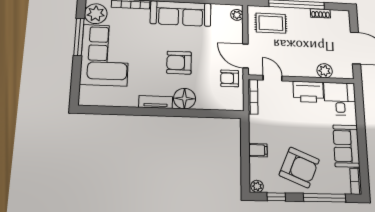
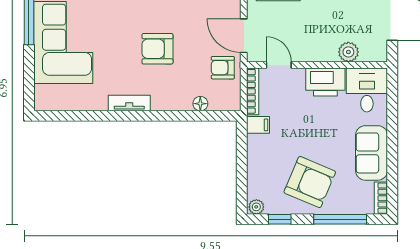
floor lamp: (185, 99) -> (200, 104), moved, width x0.53, depth x0.53
filing cabinet: (258, 150) -> (258, 125), moved

